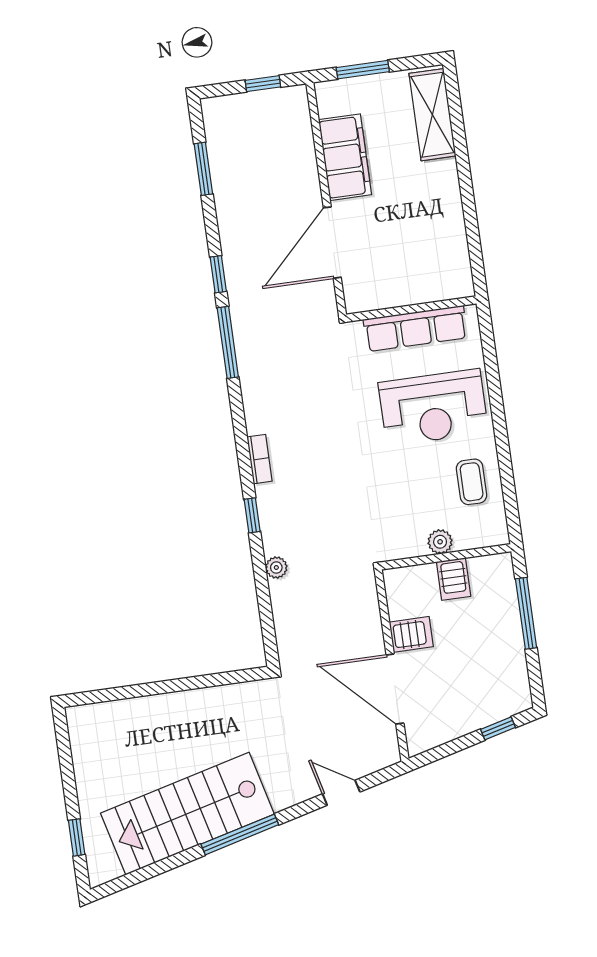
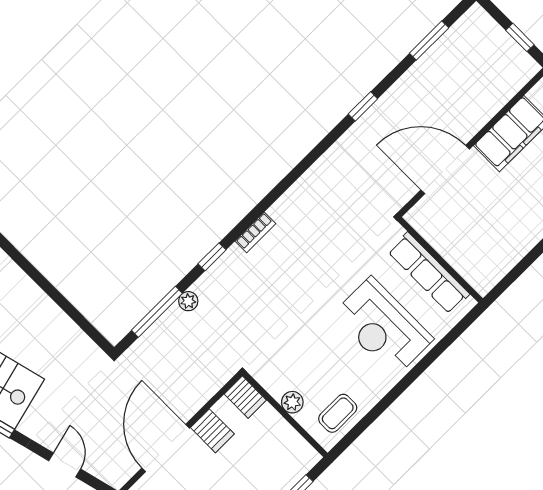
window: (228, 342) -> (157, 312), moved
coffee table: (472, 482) -> (338, 413), moved
server rack: (454, 579) -> (245, 397), moved, turned -90

